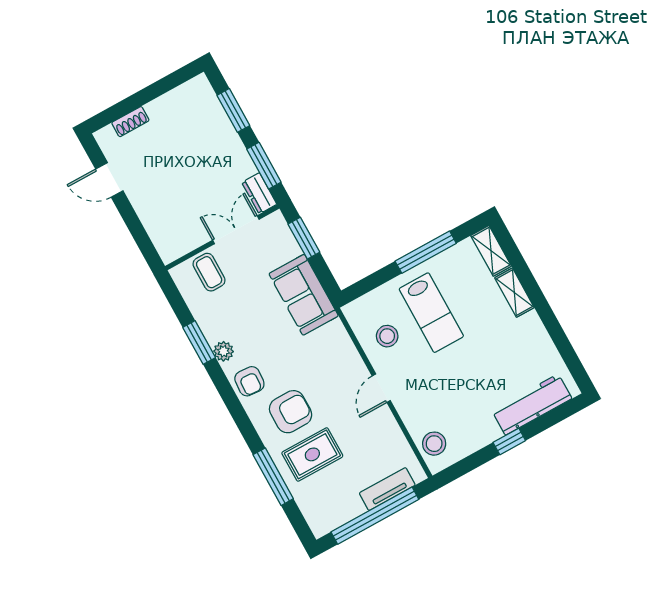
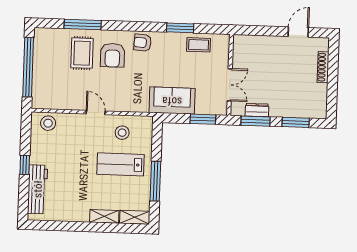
shoe rack: (130, 122) -> (323, 67), width x1.43
dresser: (259, 193) -> (257, 110), moved
coffee table: (209, 272) -> (199, 45), moved
plant: (224, 351) -> (167, 38), removed
tv unit: (387, 489) -> (39, 83), removed

